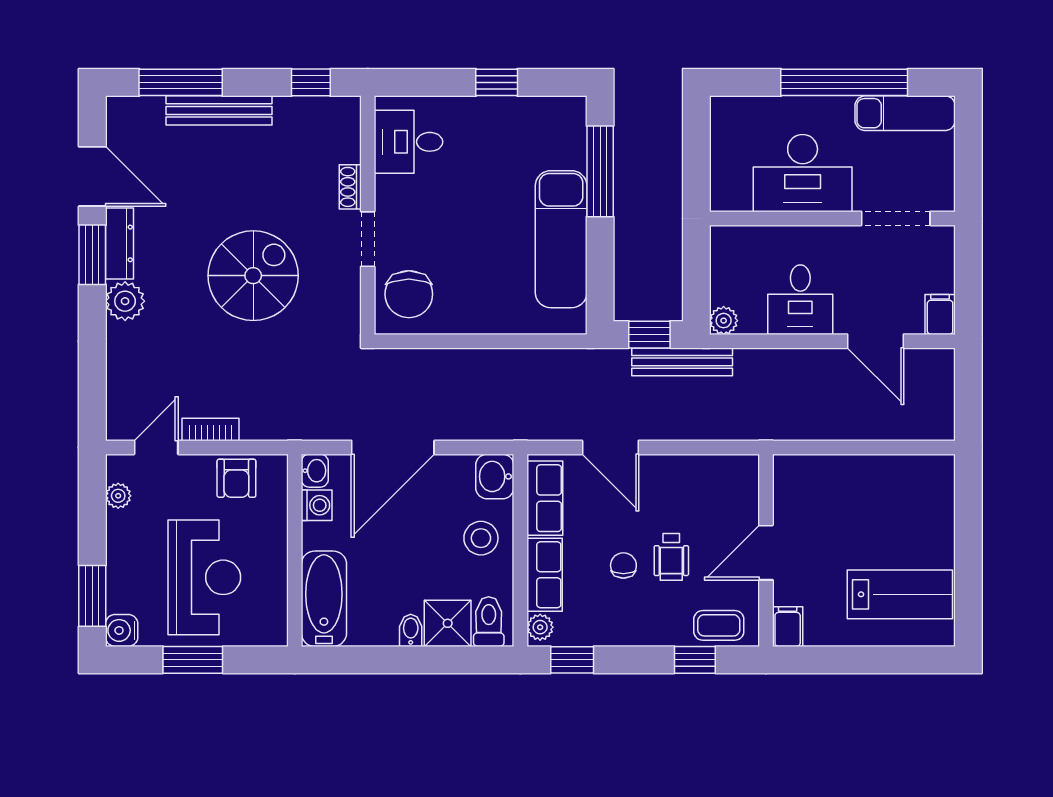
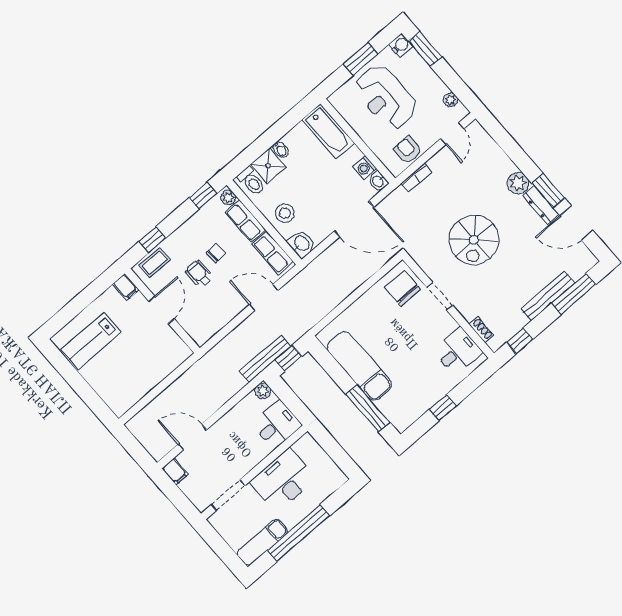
shoe rack: (350, 187) -> (481, 330), moved
desk: (800, 300) -> (277, 424), moved, turned 90
bookcase: (210, 429) -> (417, 178), moved
door: (393, 447) -> (354, 219), swing flipped
chair: (623, 565) -> (216, 253), turned -93

